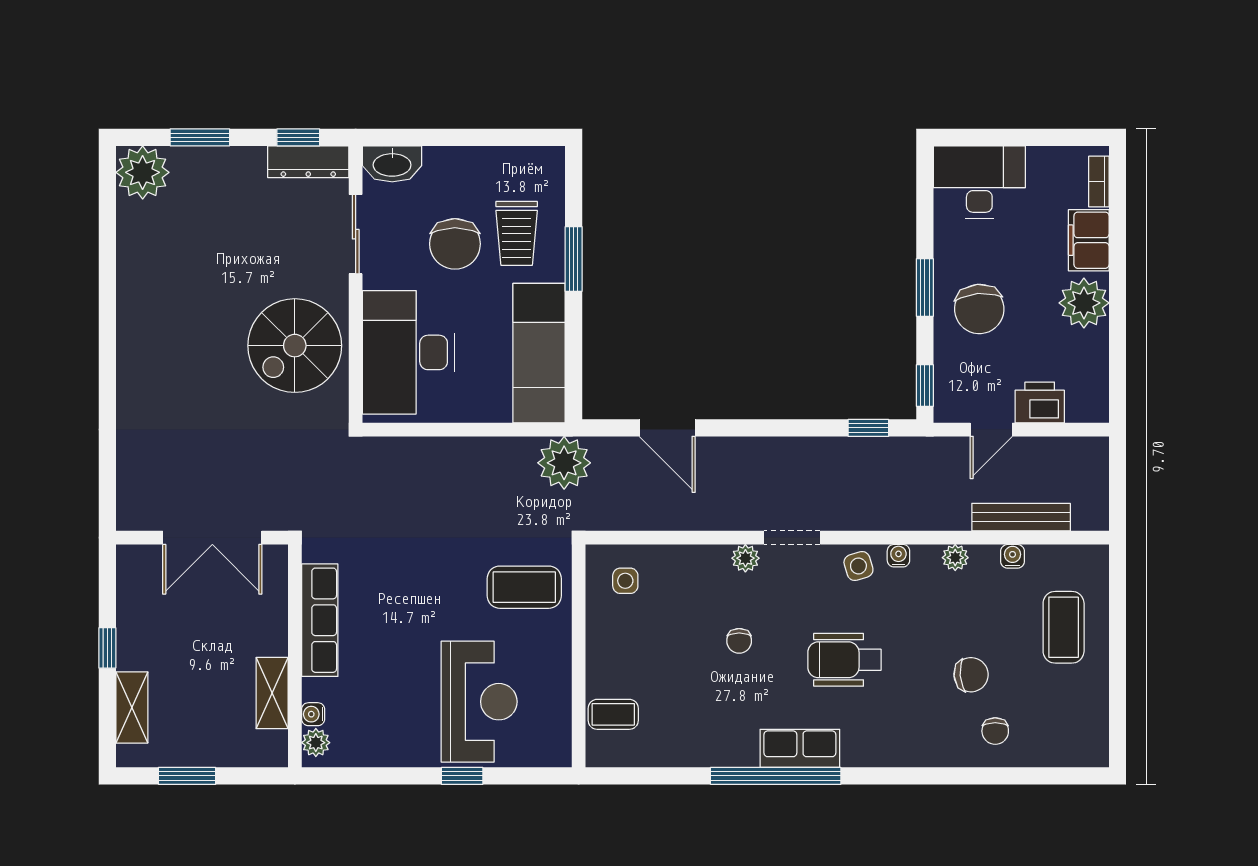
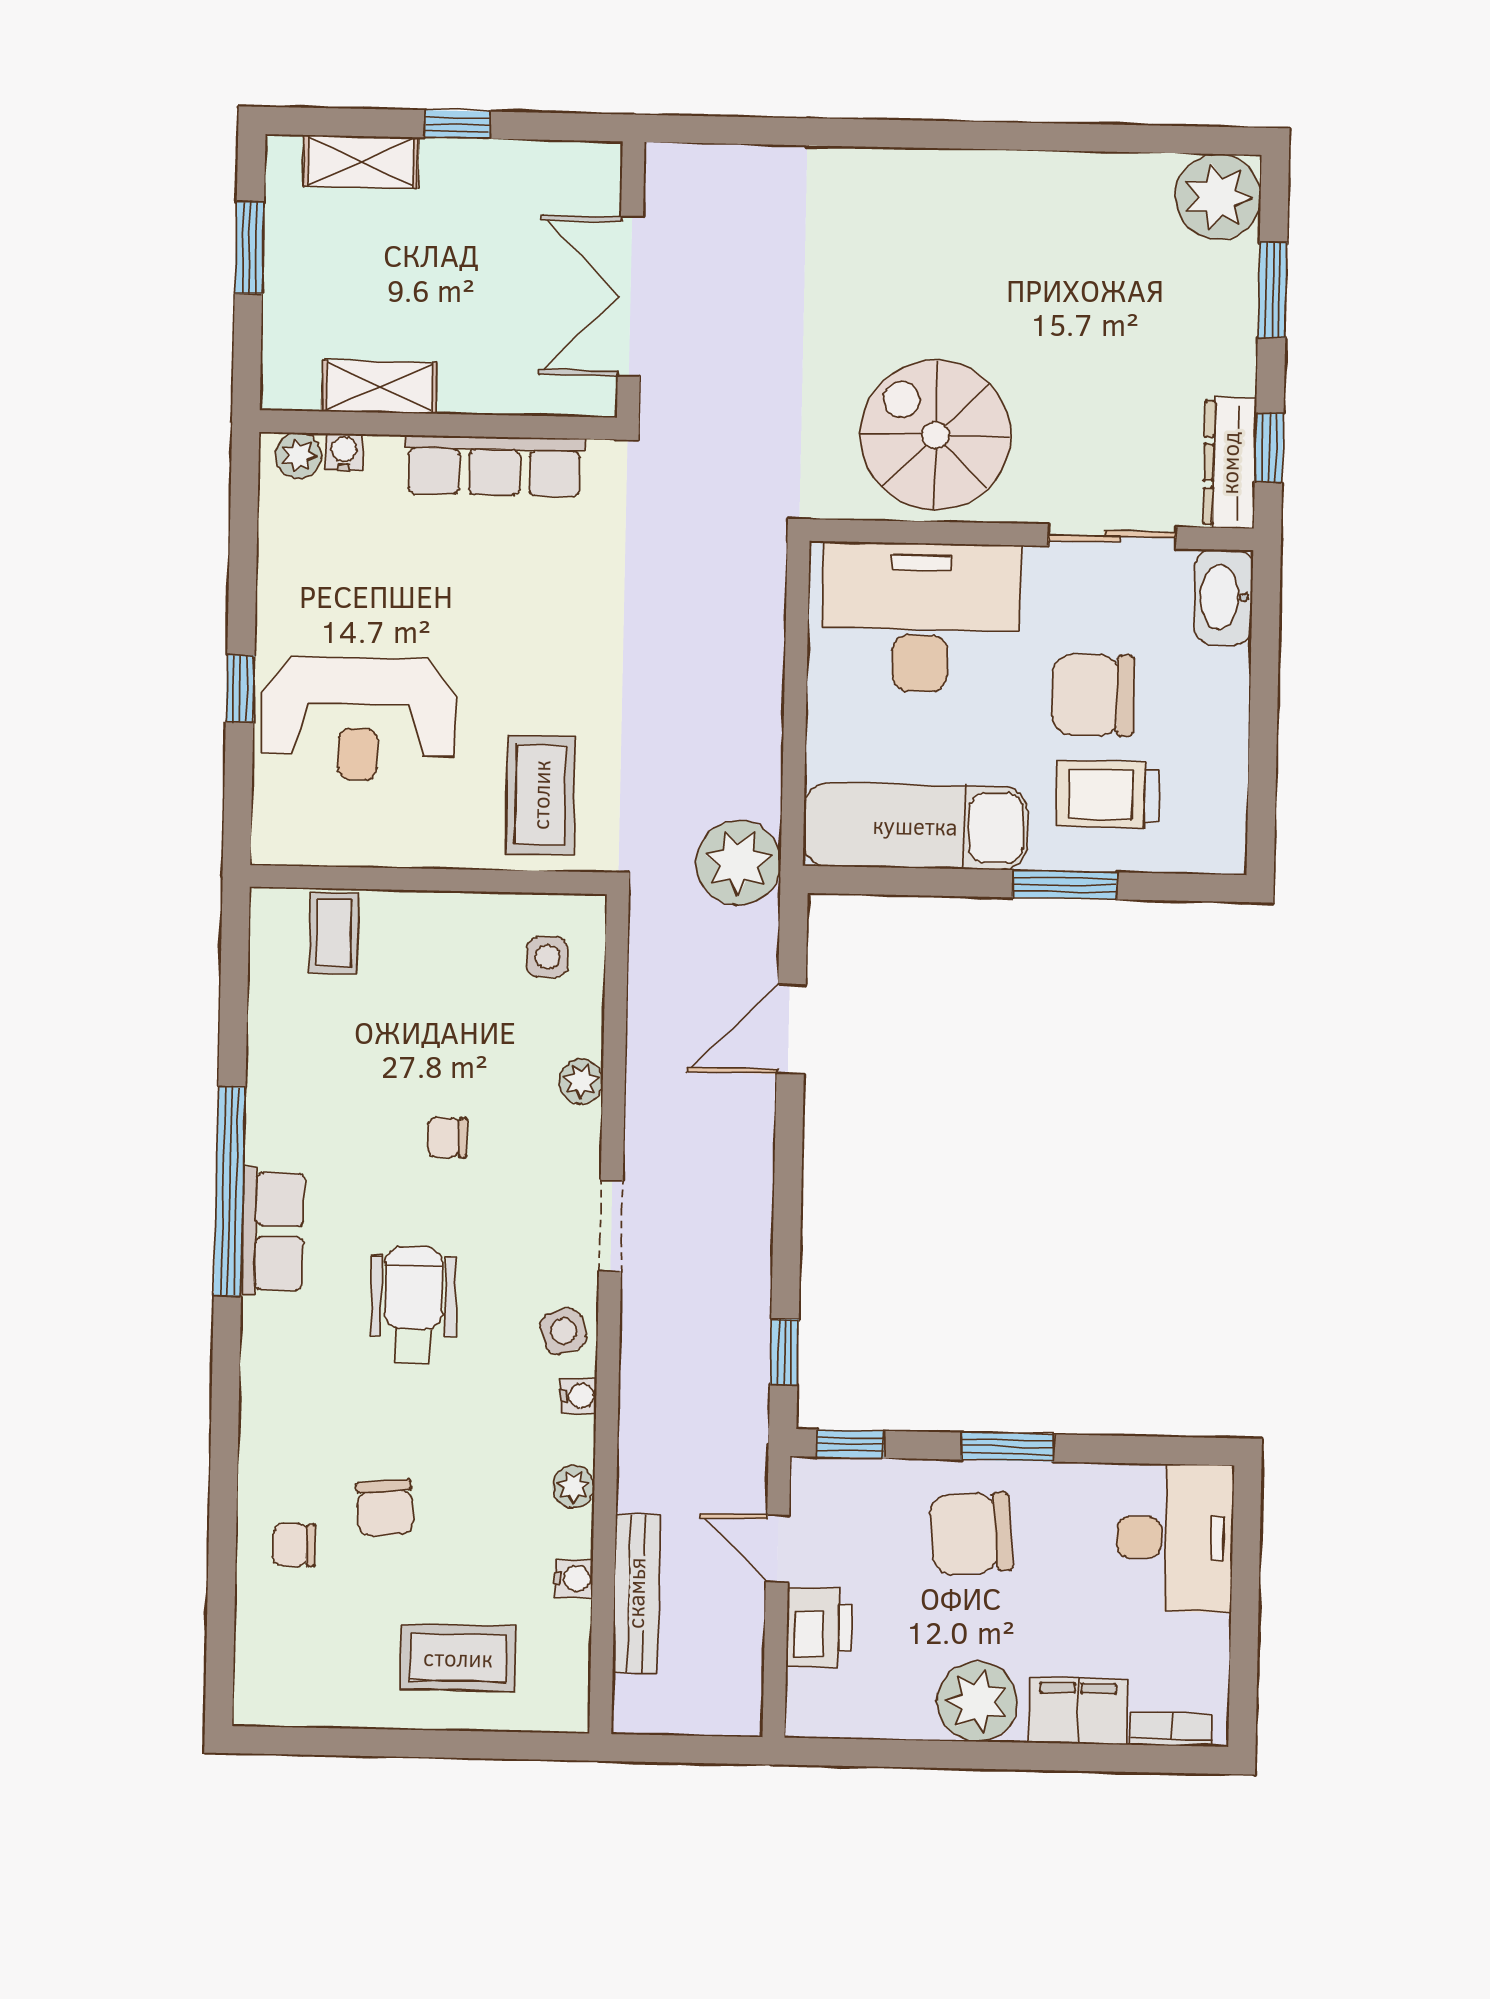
plant: (745, 558) -> (581, 1081), moved

